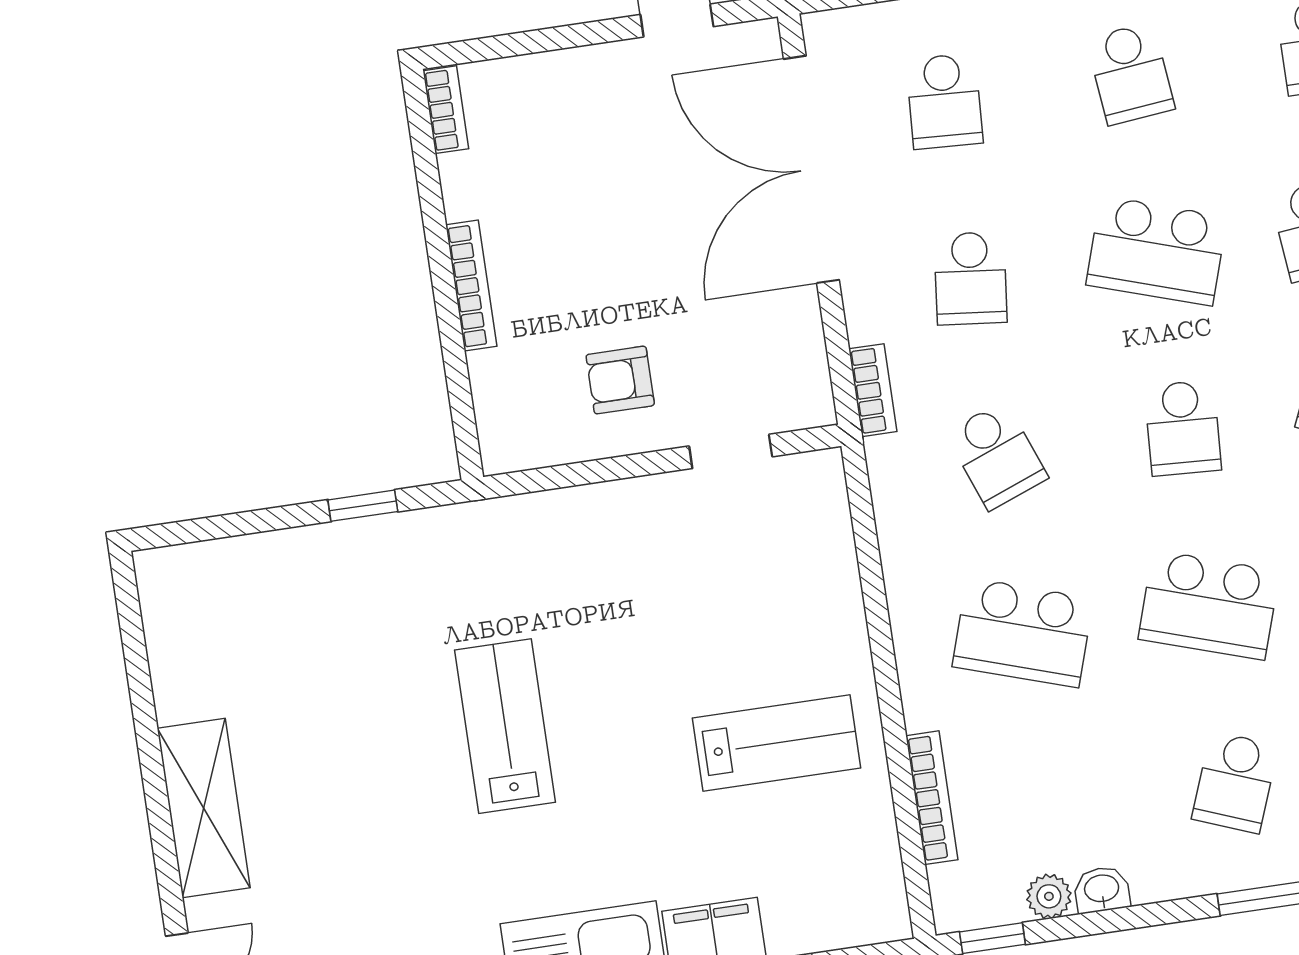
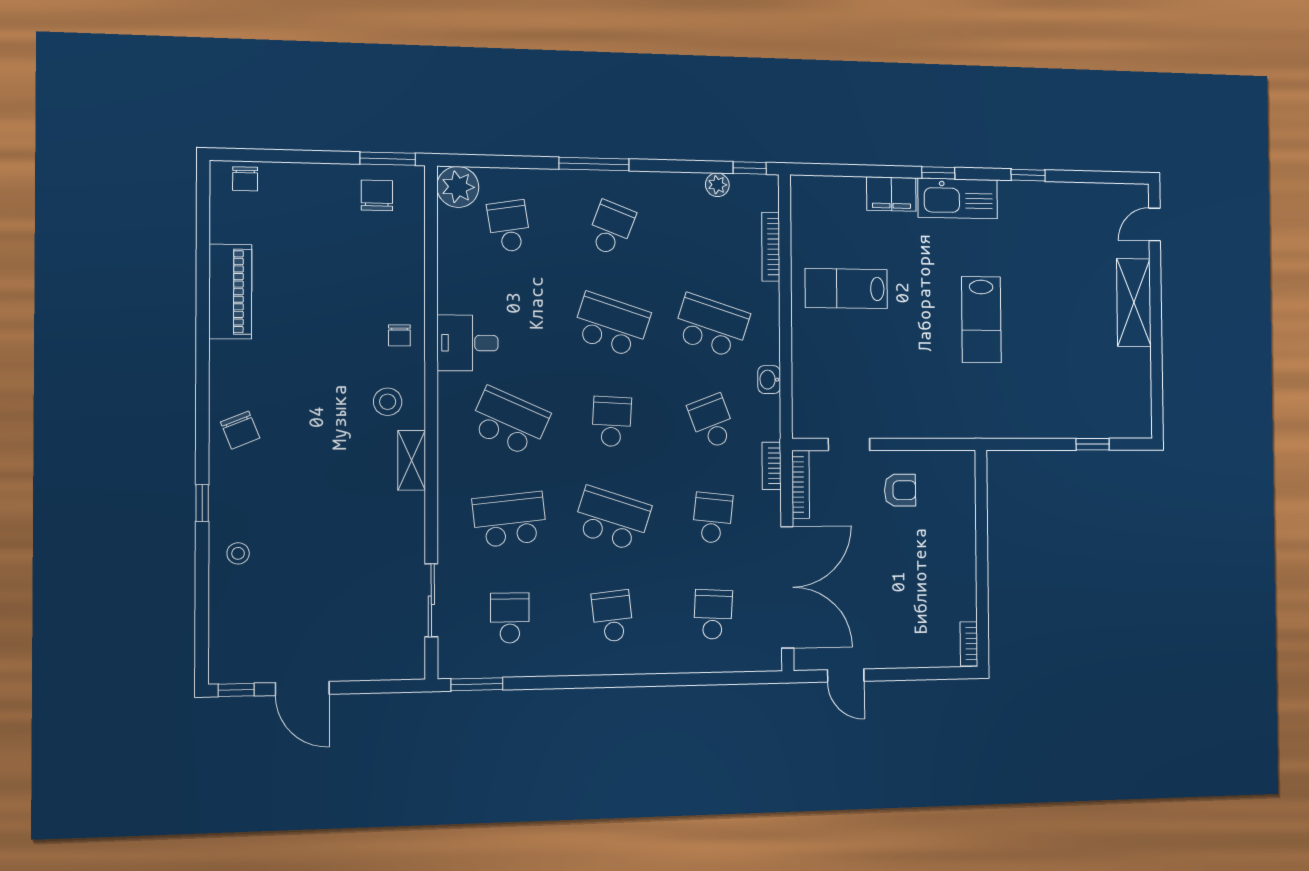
bookcase: (471, 286) -> (801, 484), moved, turned 180
window: (363, 506) -> (1093, 444), moved
washbasin: (1102, 890) -> (769, 380), moved, turned 90

